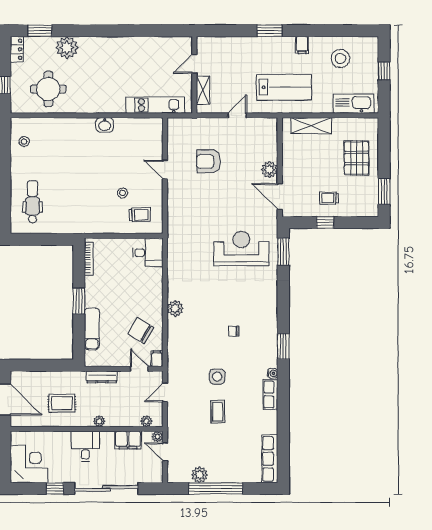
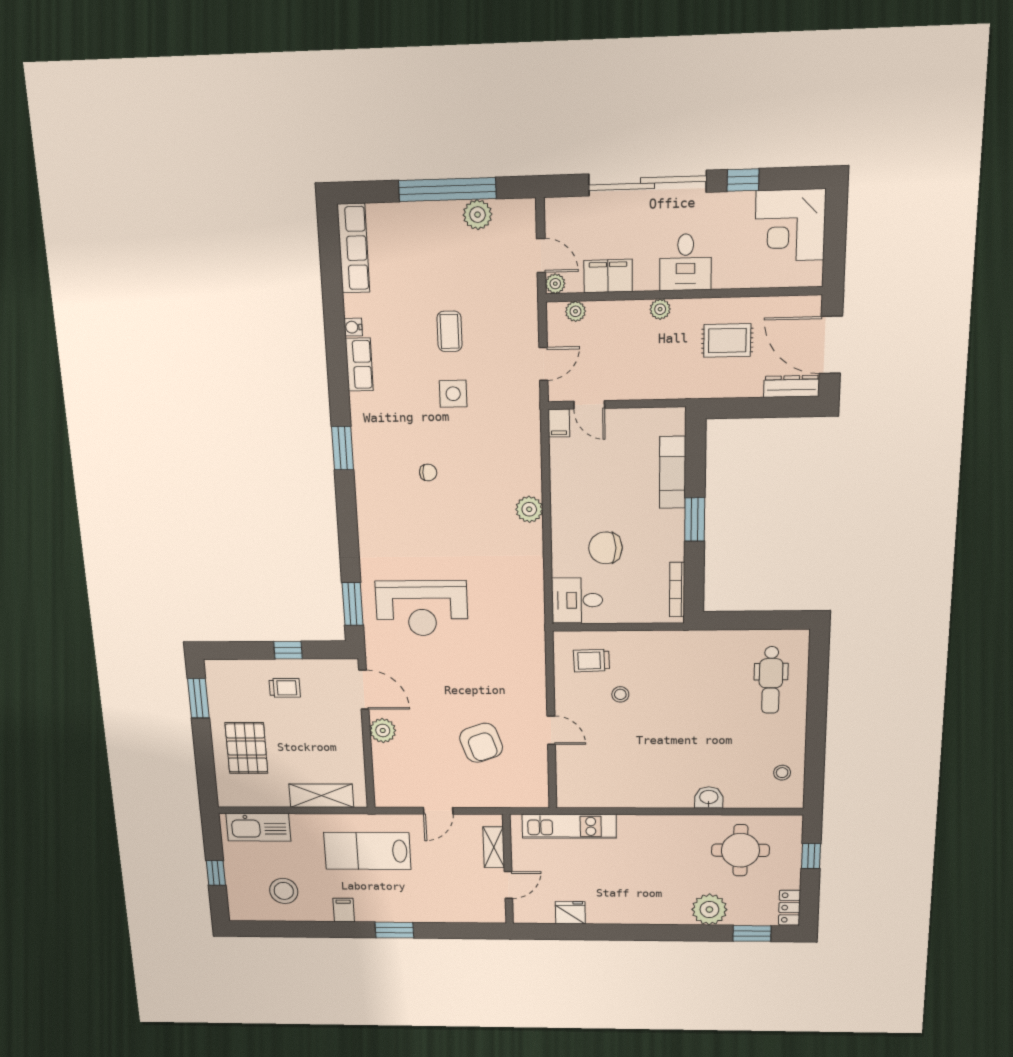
fridge: (155, 44) -> (570, 913), added
washbasin: (105, 125) -> (709, 798), moved
armchair: (208, 161) -> (481, 743), turned 71
chair: (141, 331) -> (605, 548), moved, turned 149
water cooler: (273, 373) -> (353, 327), moved
dresser: (102, 377) -> (791, 386), moved

